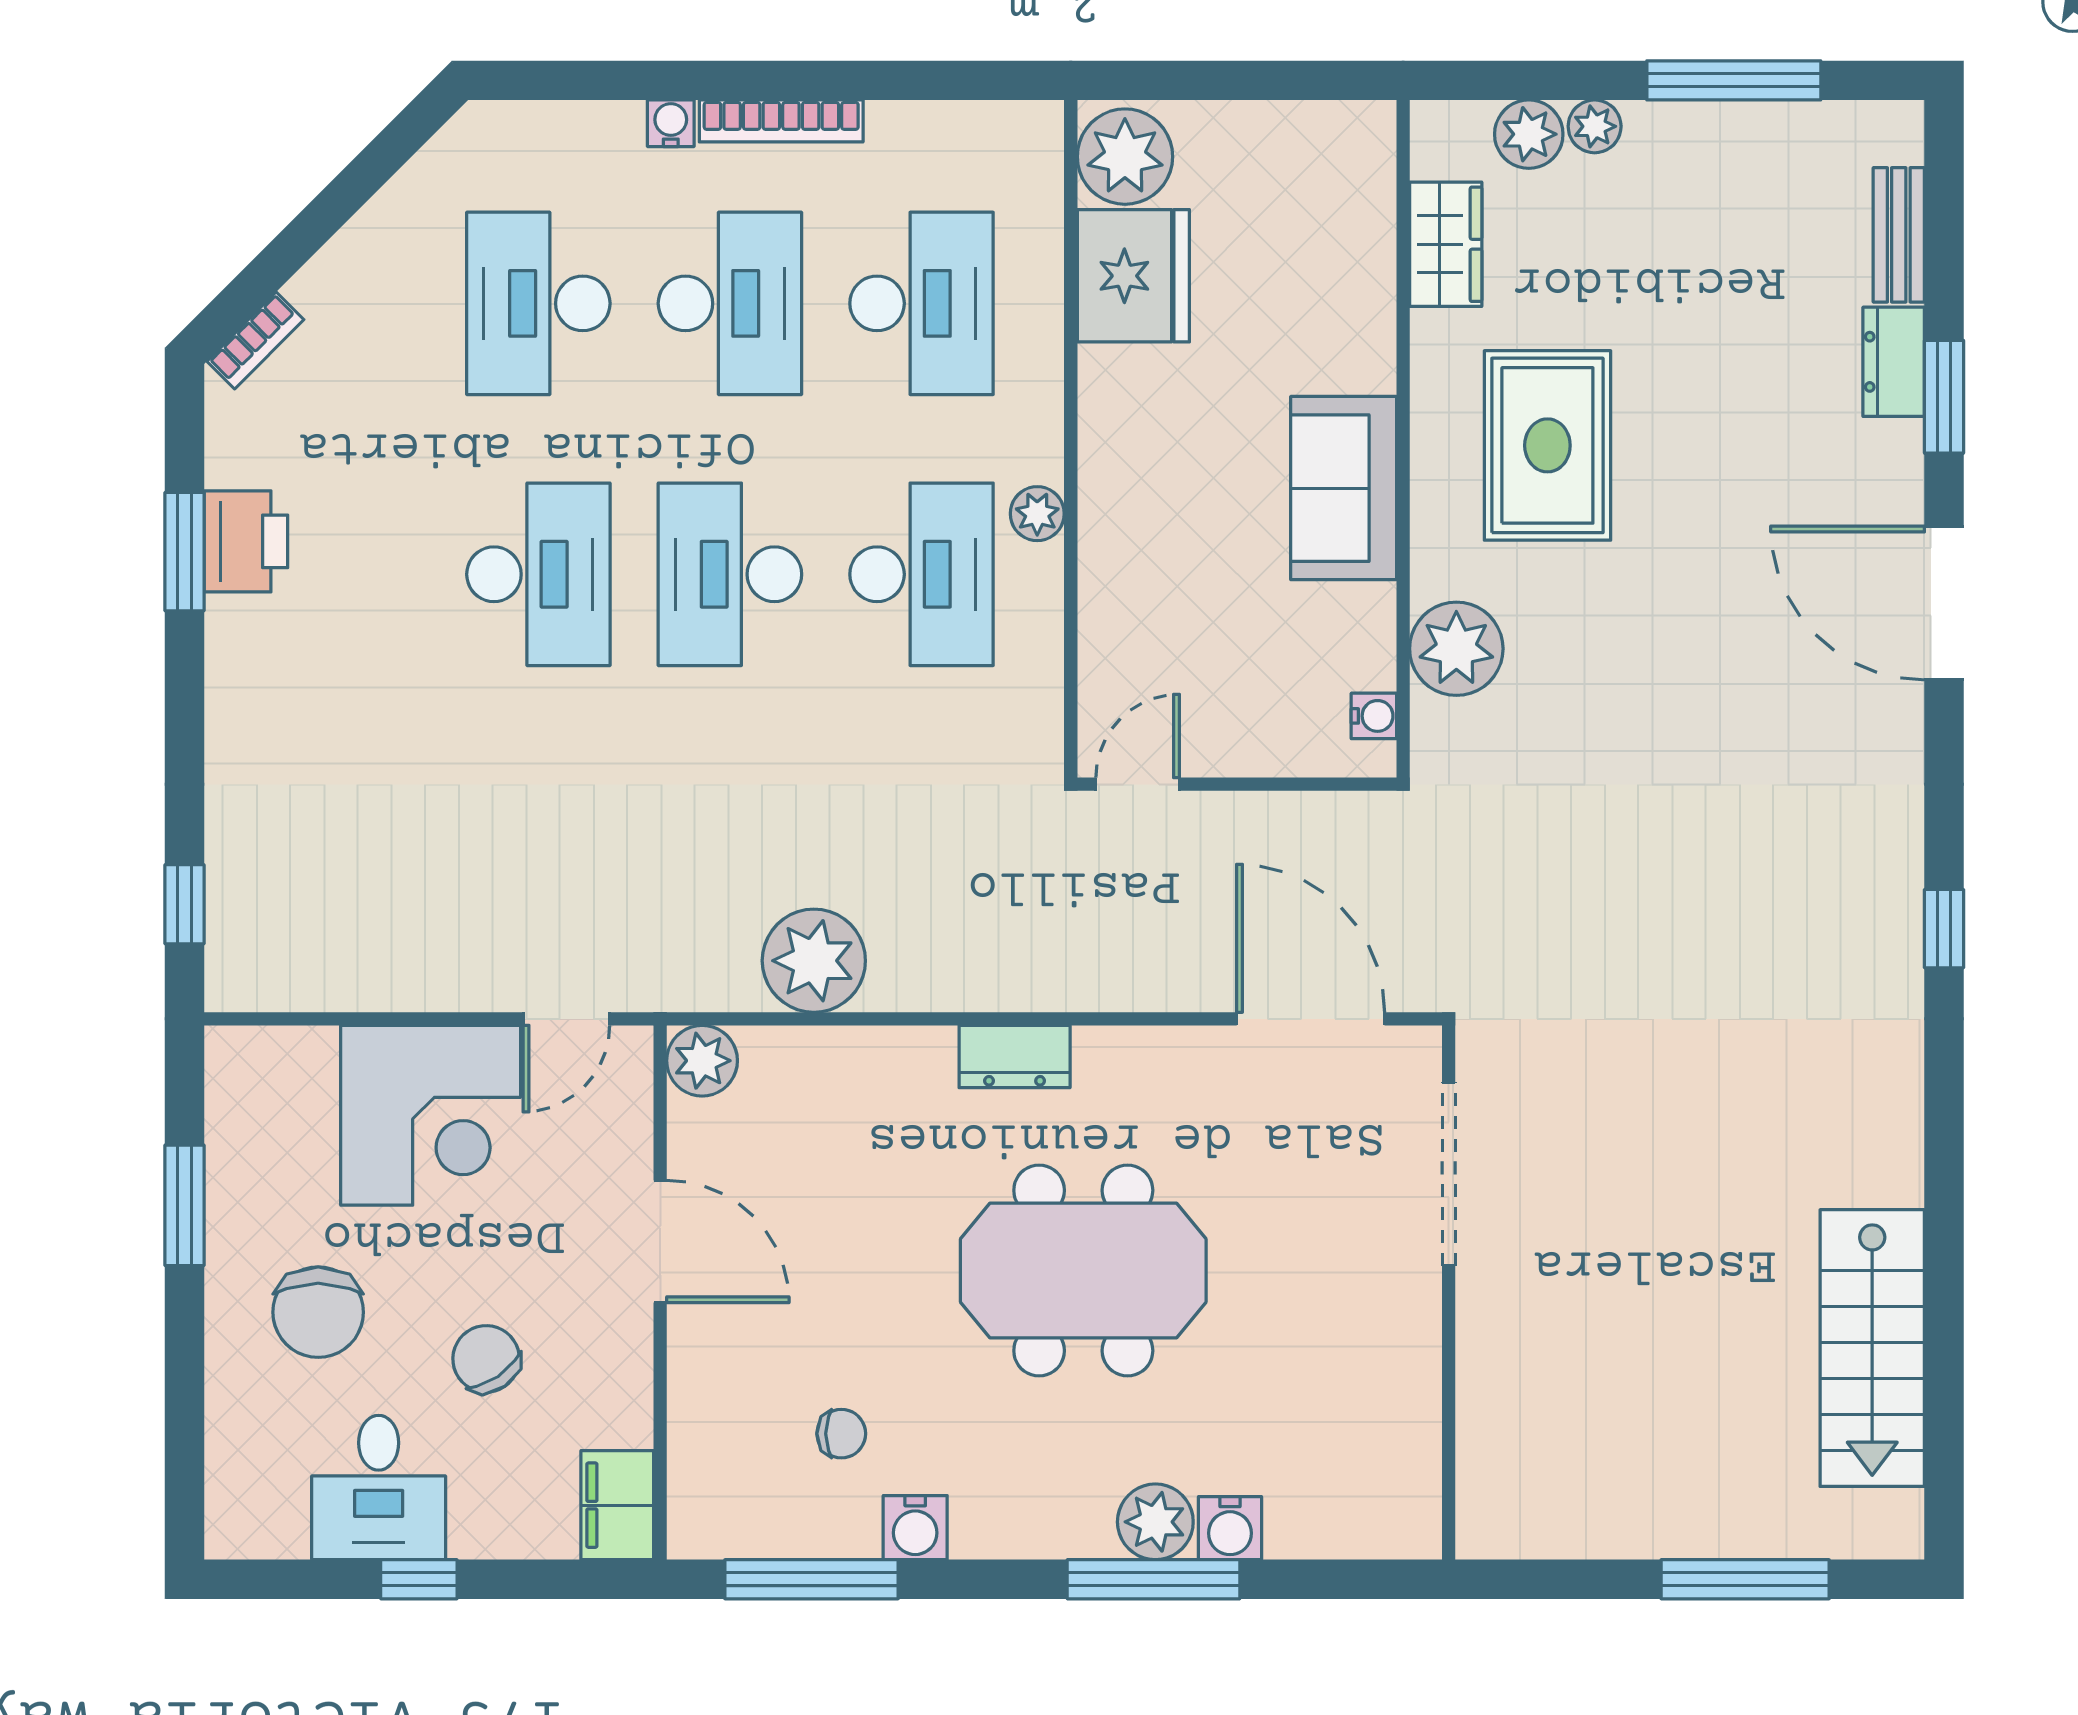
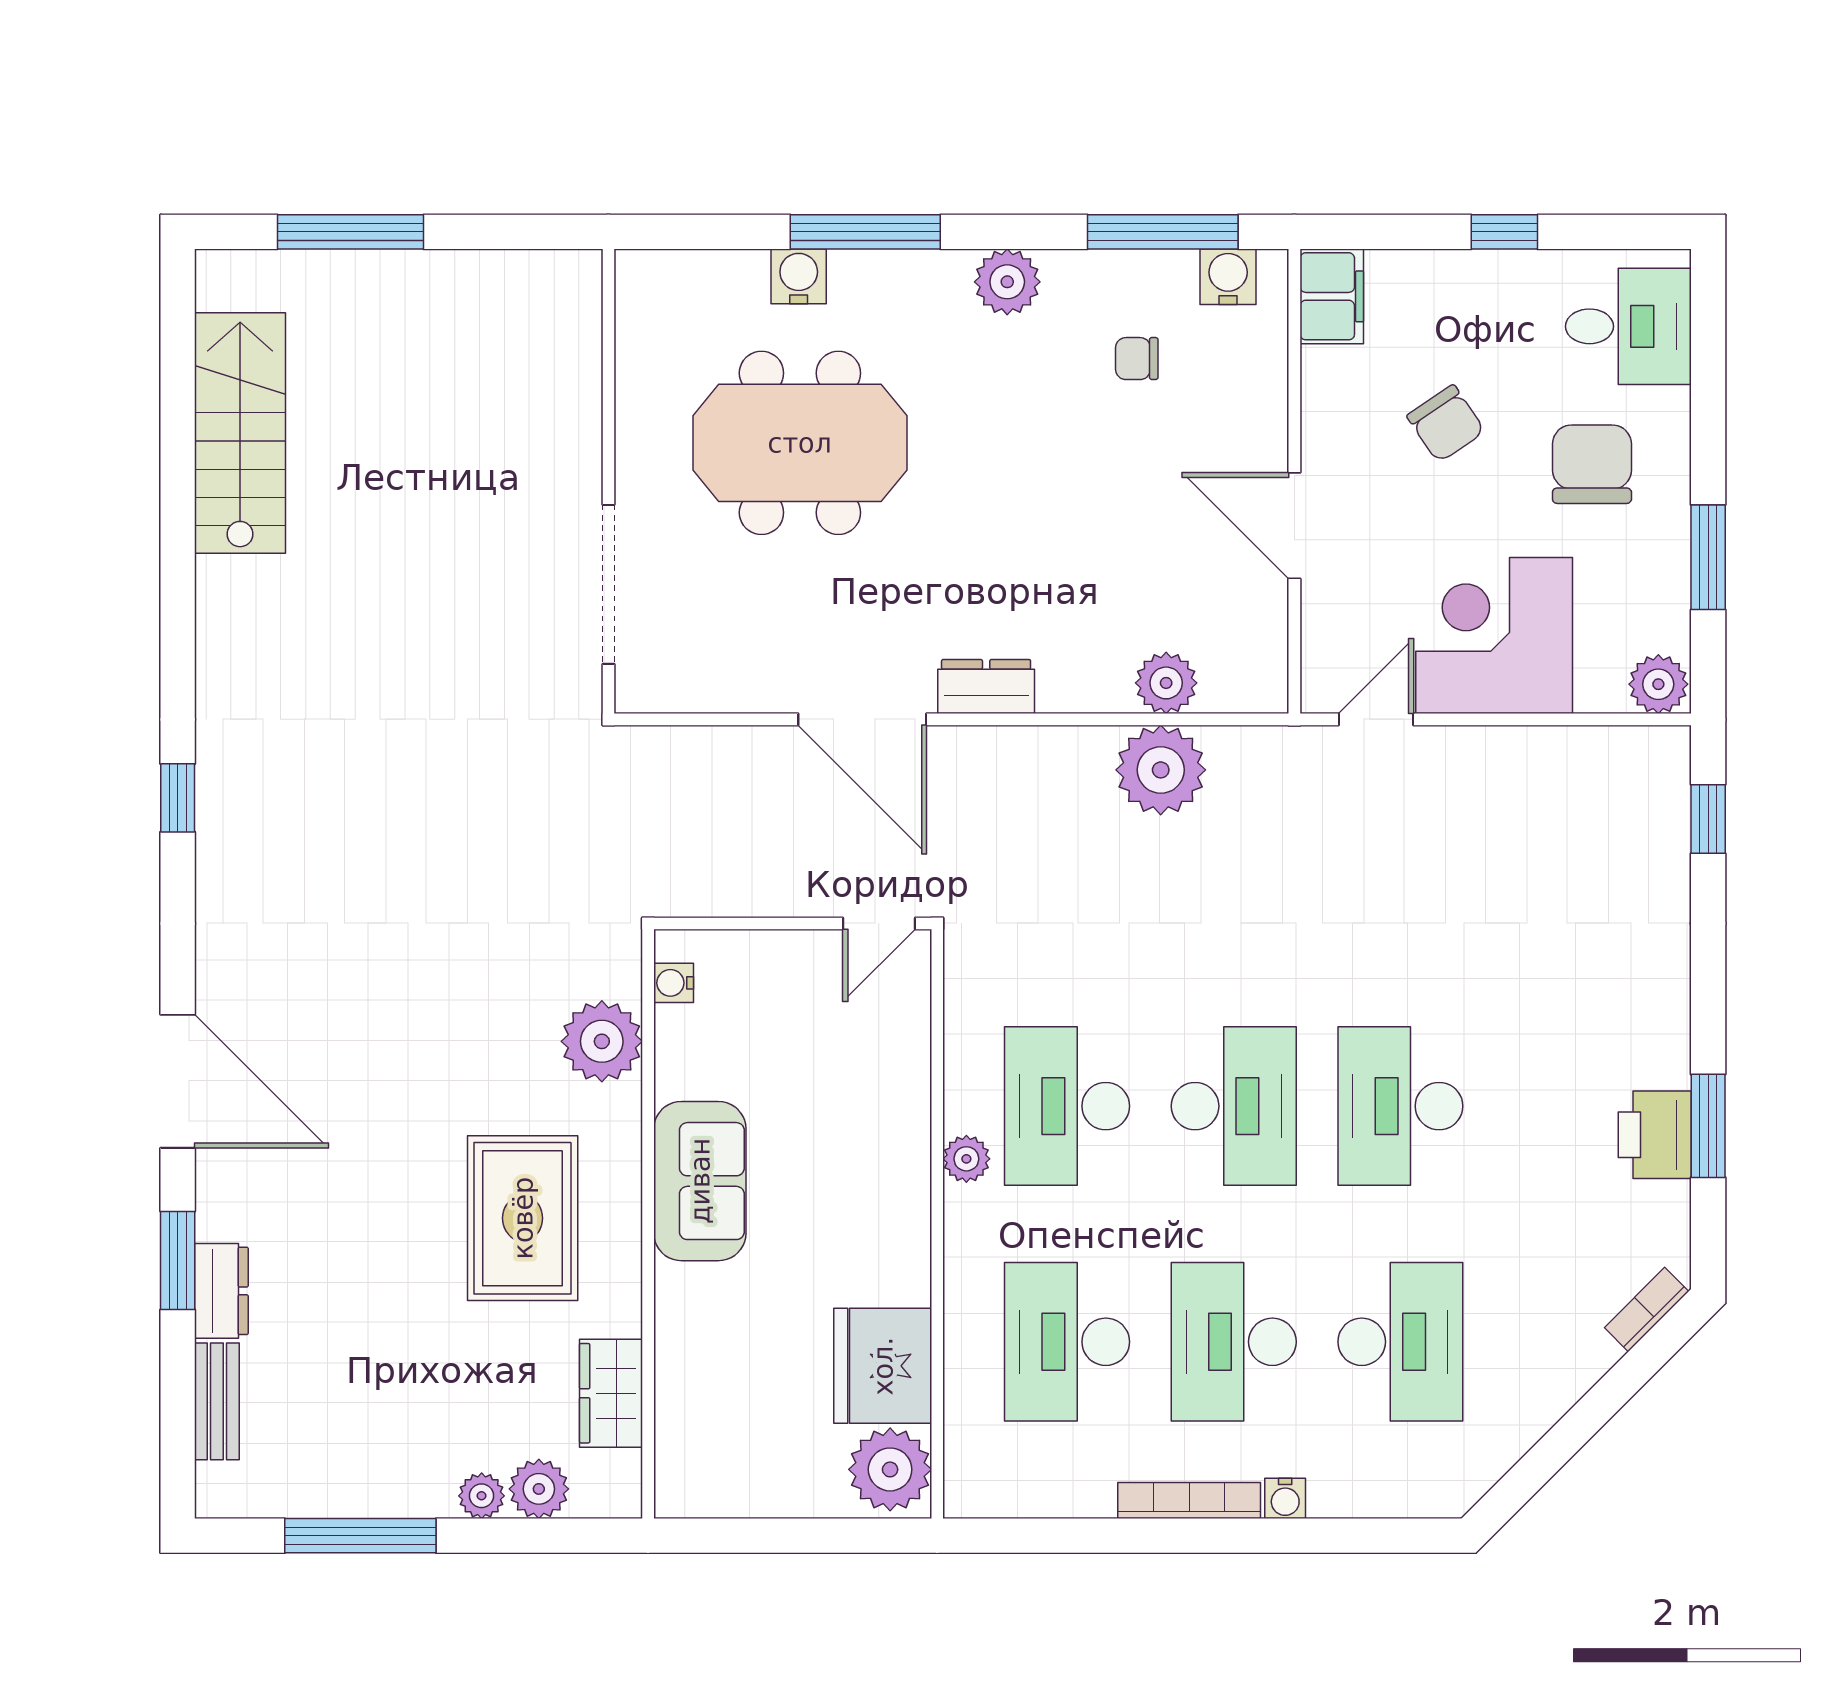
door: (1311, 1019) -> (862, 719), moved
plant: (242, 1059) -> (1658, 684), added
plant: (702, 1061) -> (1166, 683), moved
meeting table: (1083, 1270) -> (800, 443), moved
desk: (379, 1488) -> (1628, 326), moved, turned 90
plant: (1155, 1522) -> (1007, 282), moved
water cooler: (915, 1528) -> (1228, 277), moved

